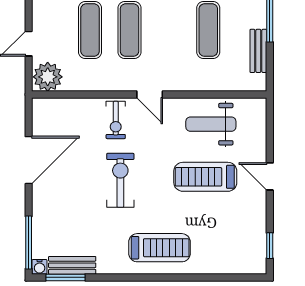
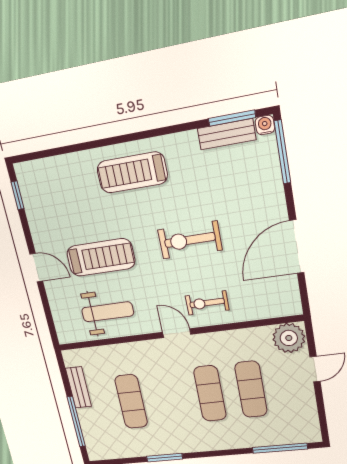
exercise bike: (116, 120) -> (207, 303), turned -90
exercise bike: (120, 180) -> (190, 240), turned 90

